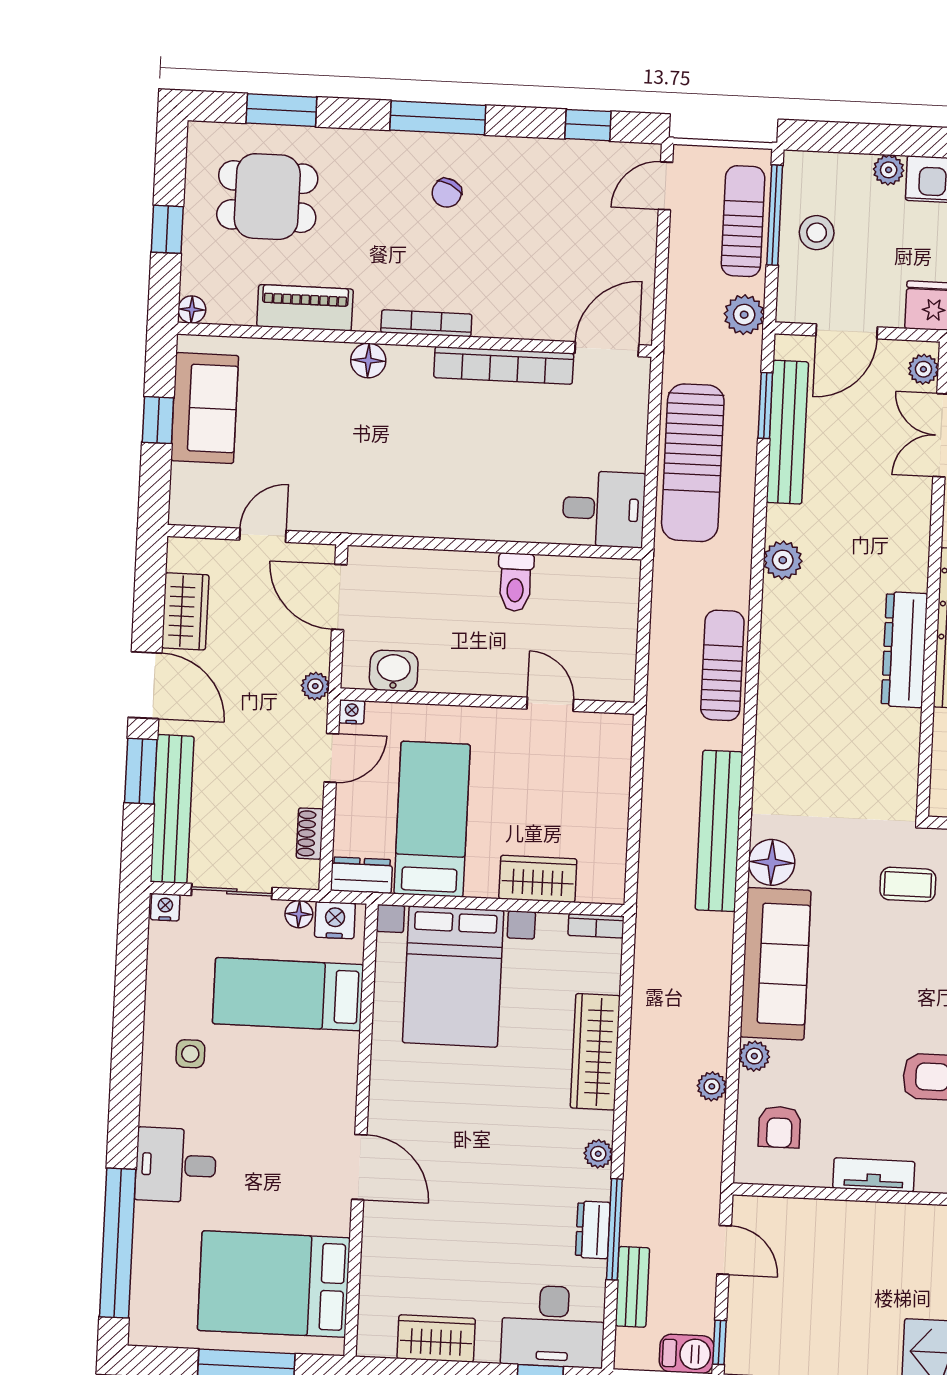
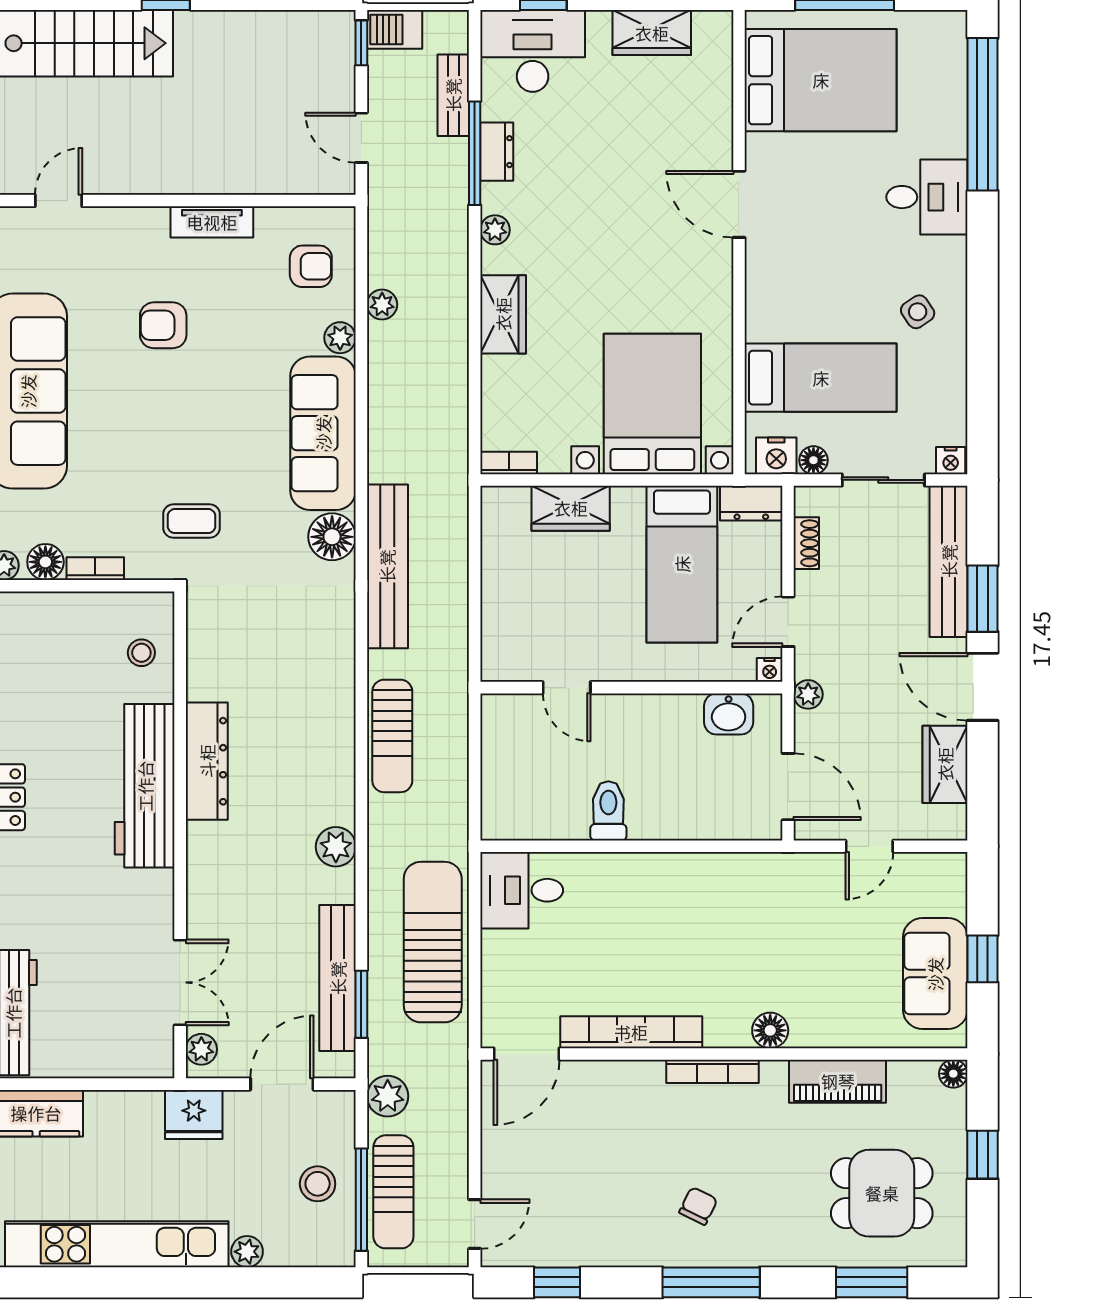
wardrobe: (595, 1052) -> (503, 314), width x0.67
side table: (190, 1054) -> (918, 312), turned -34
armchair: (779, 1127) -> (311, 266), turned 90

